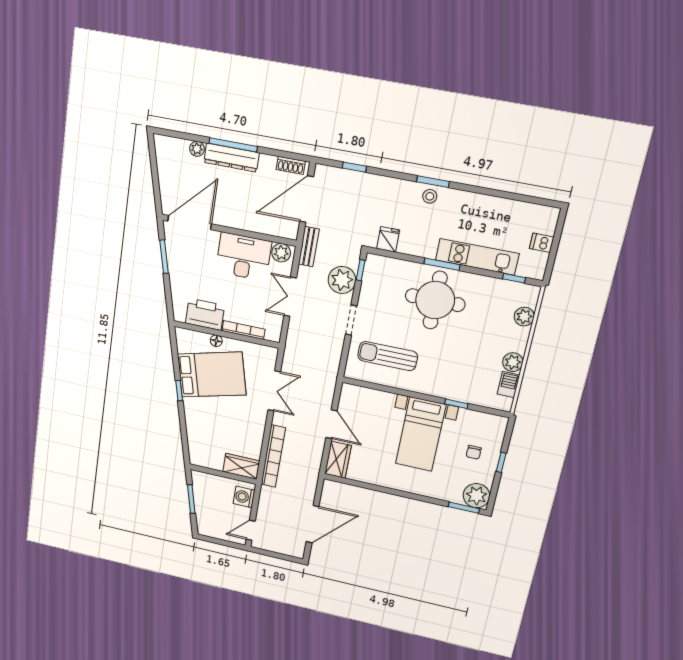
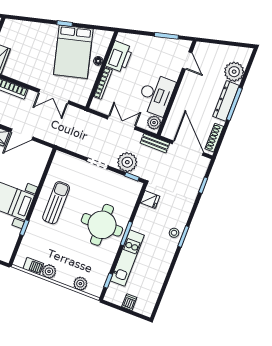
plant: (197, 149) -> (234, 72), width x1.87, depth x1.87
shoe rack: (291, 165) -> (214, 138), width x1.43
door: (190, 223) -> (187, 60), width x0.53
sun lounger: (388, 356) -> (56, 203), moved

